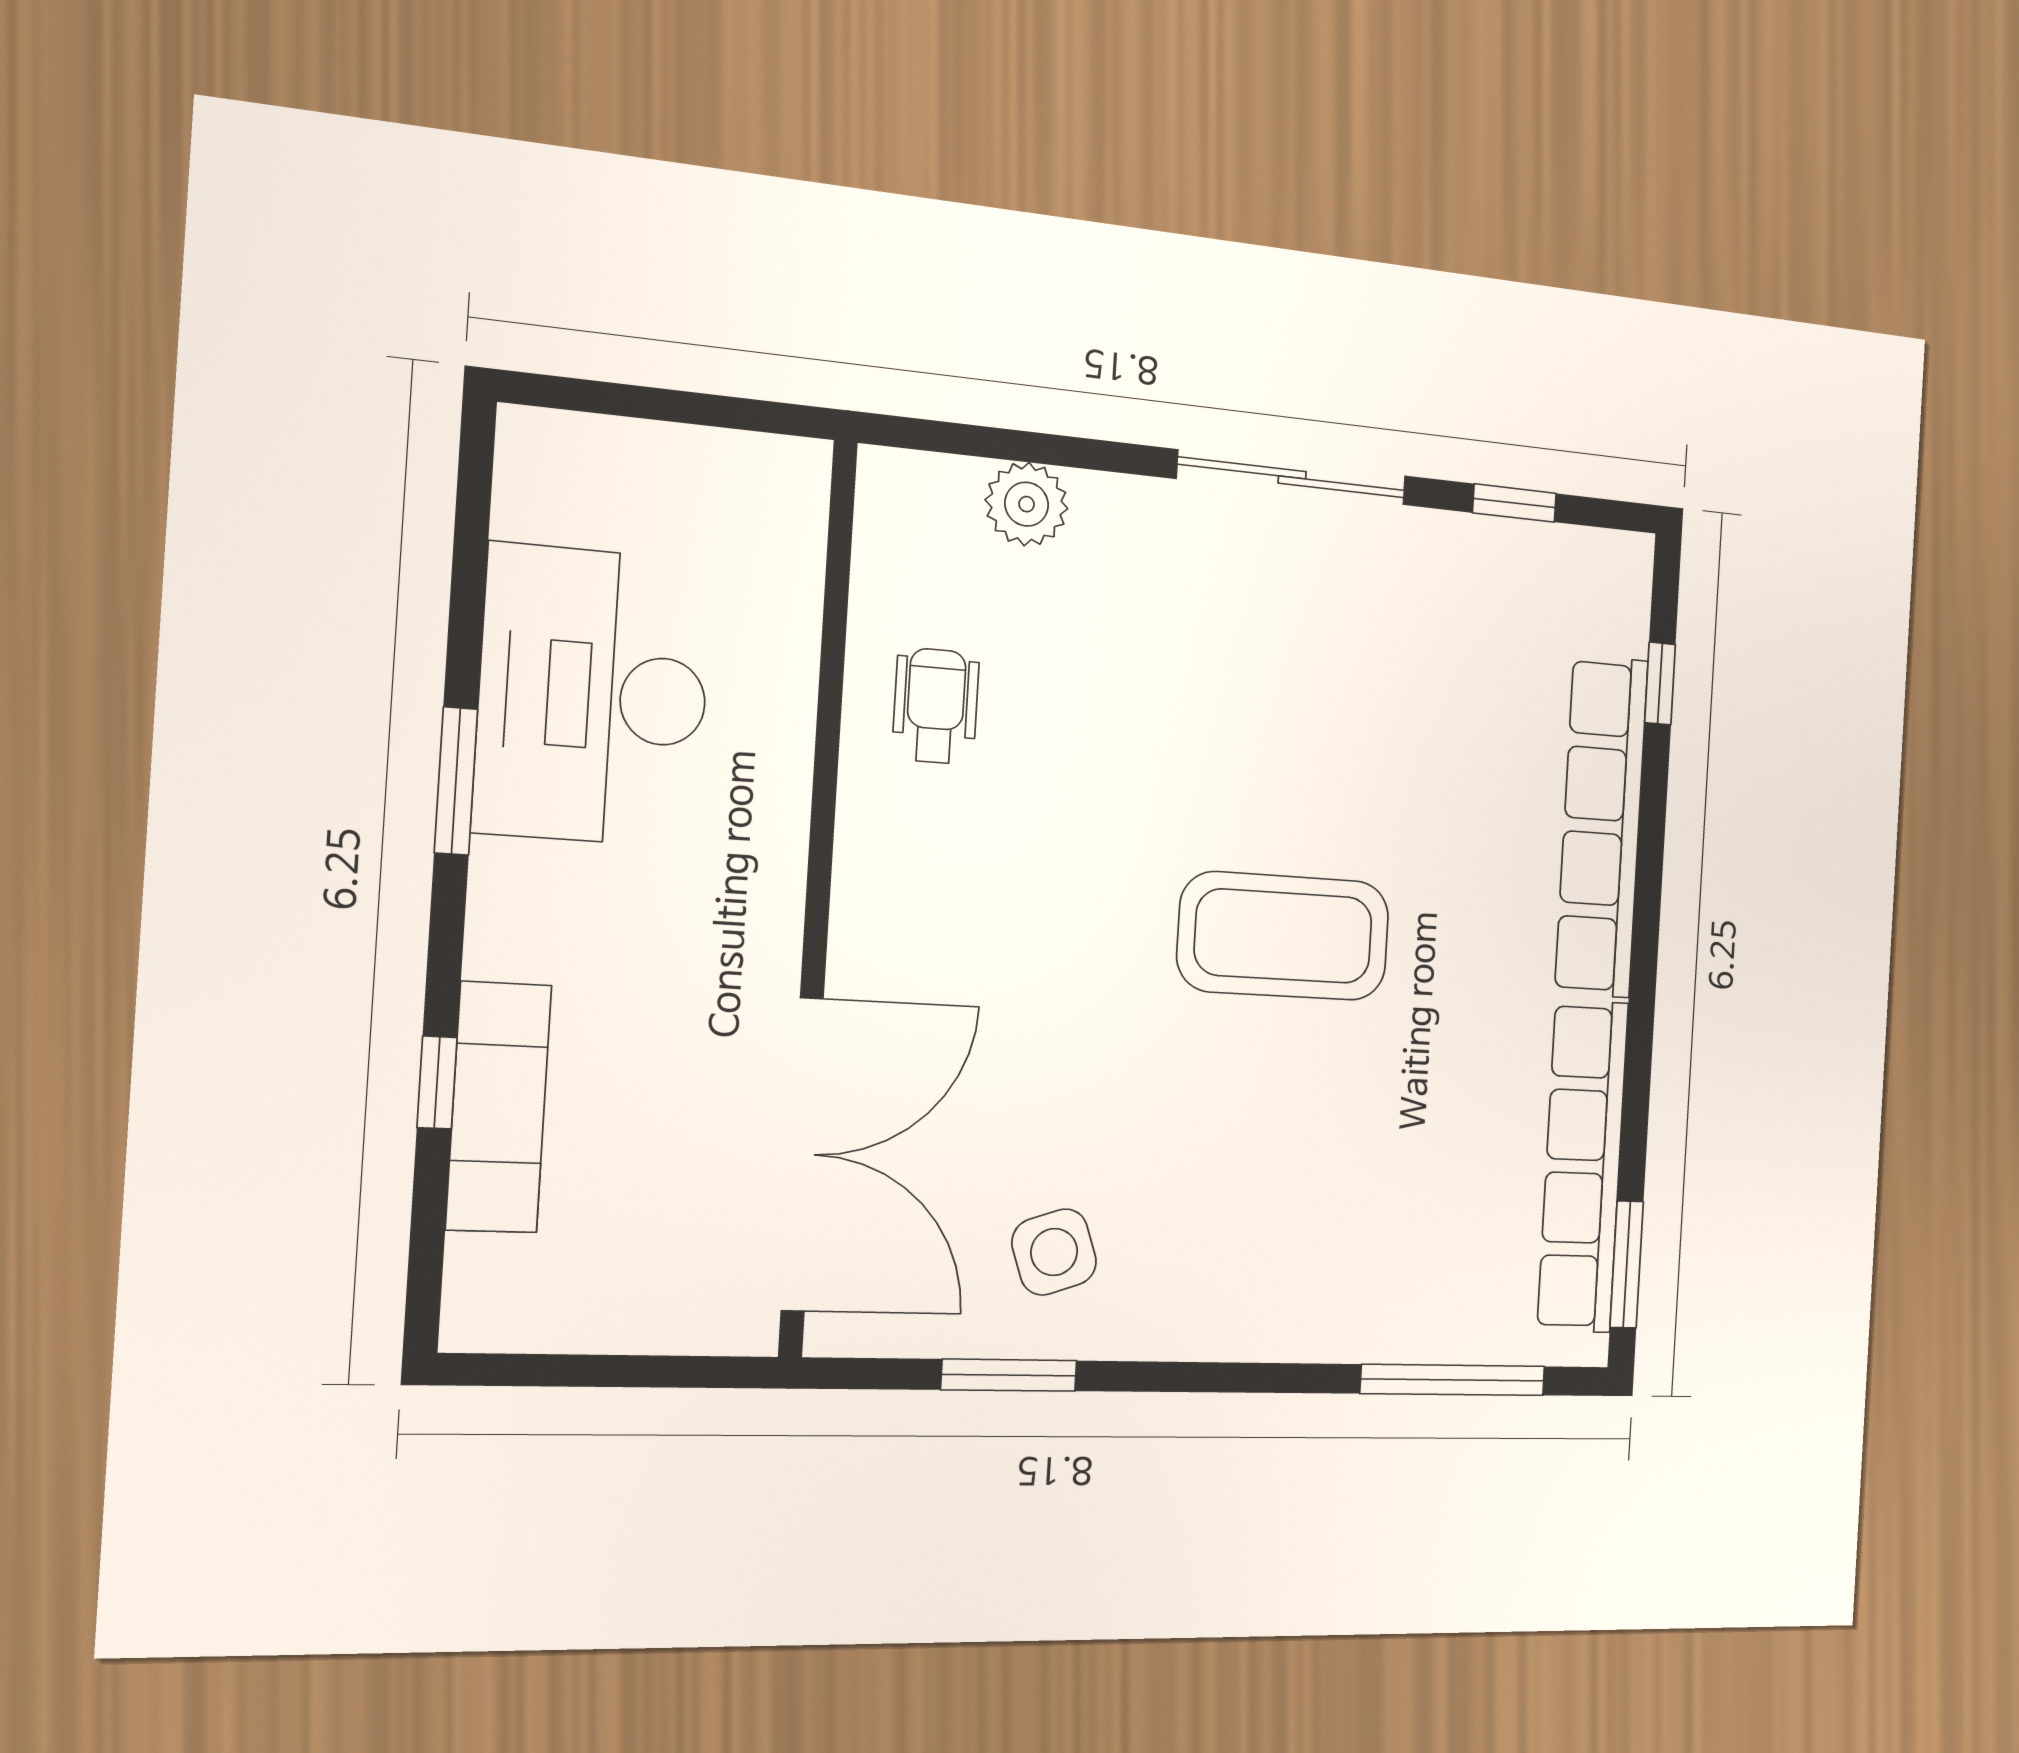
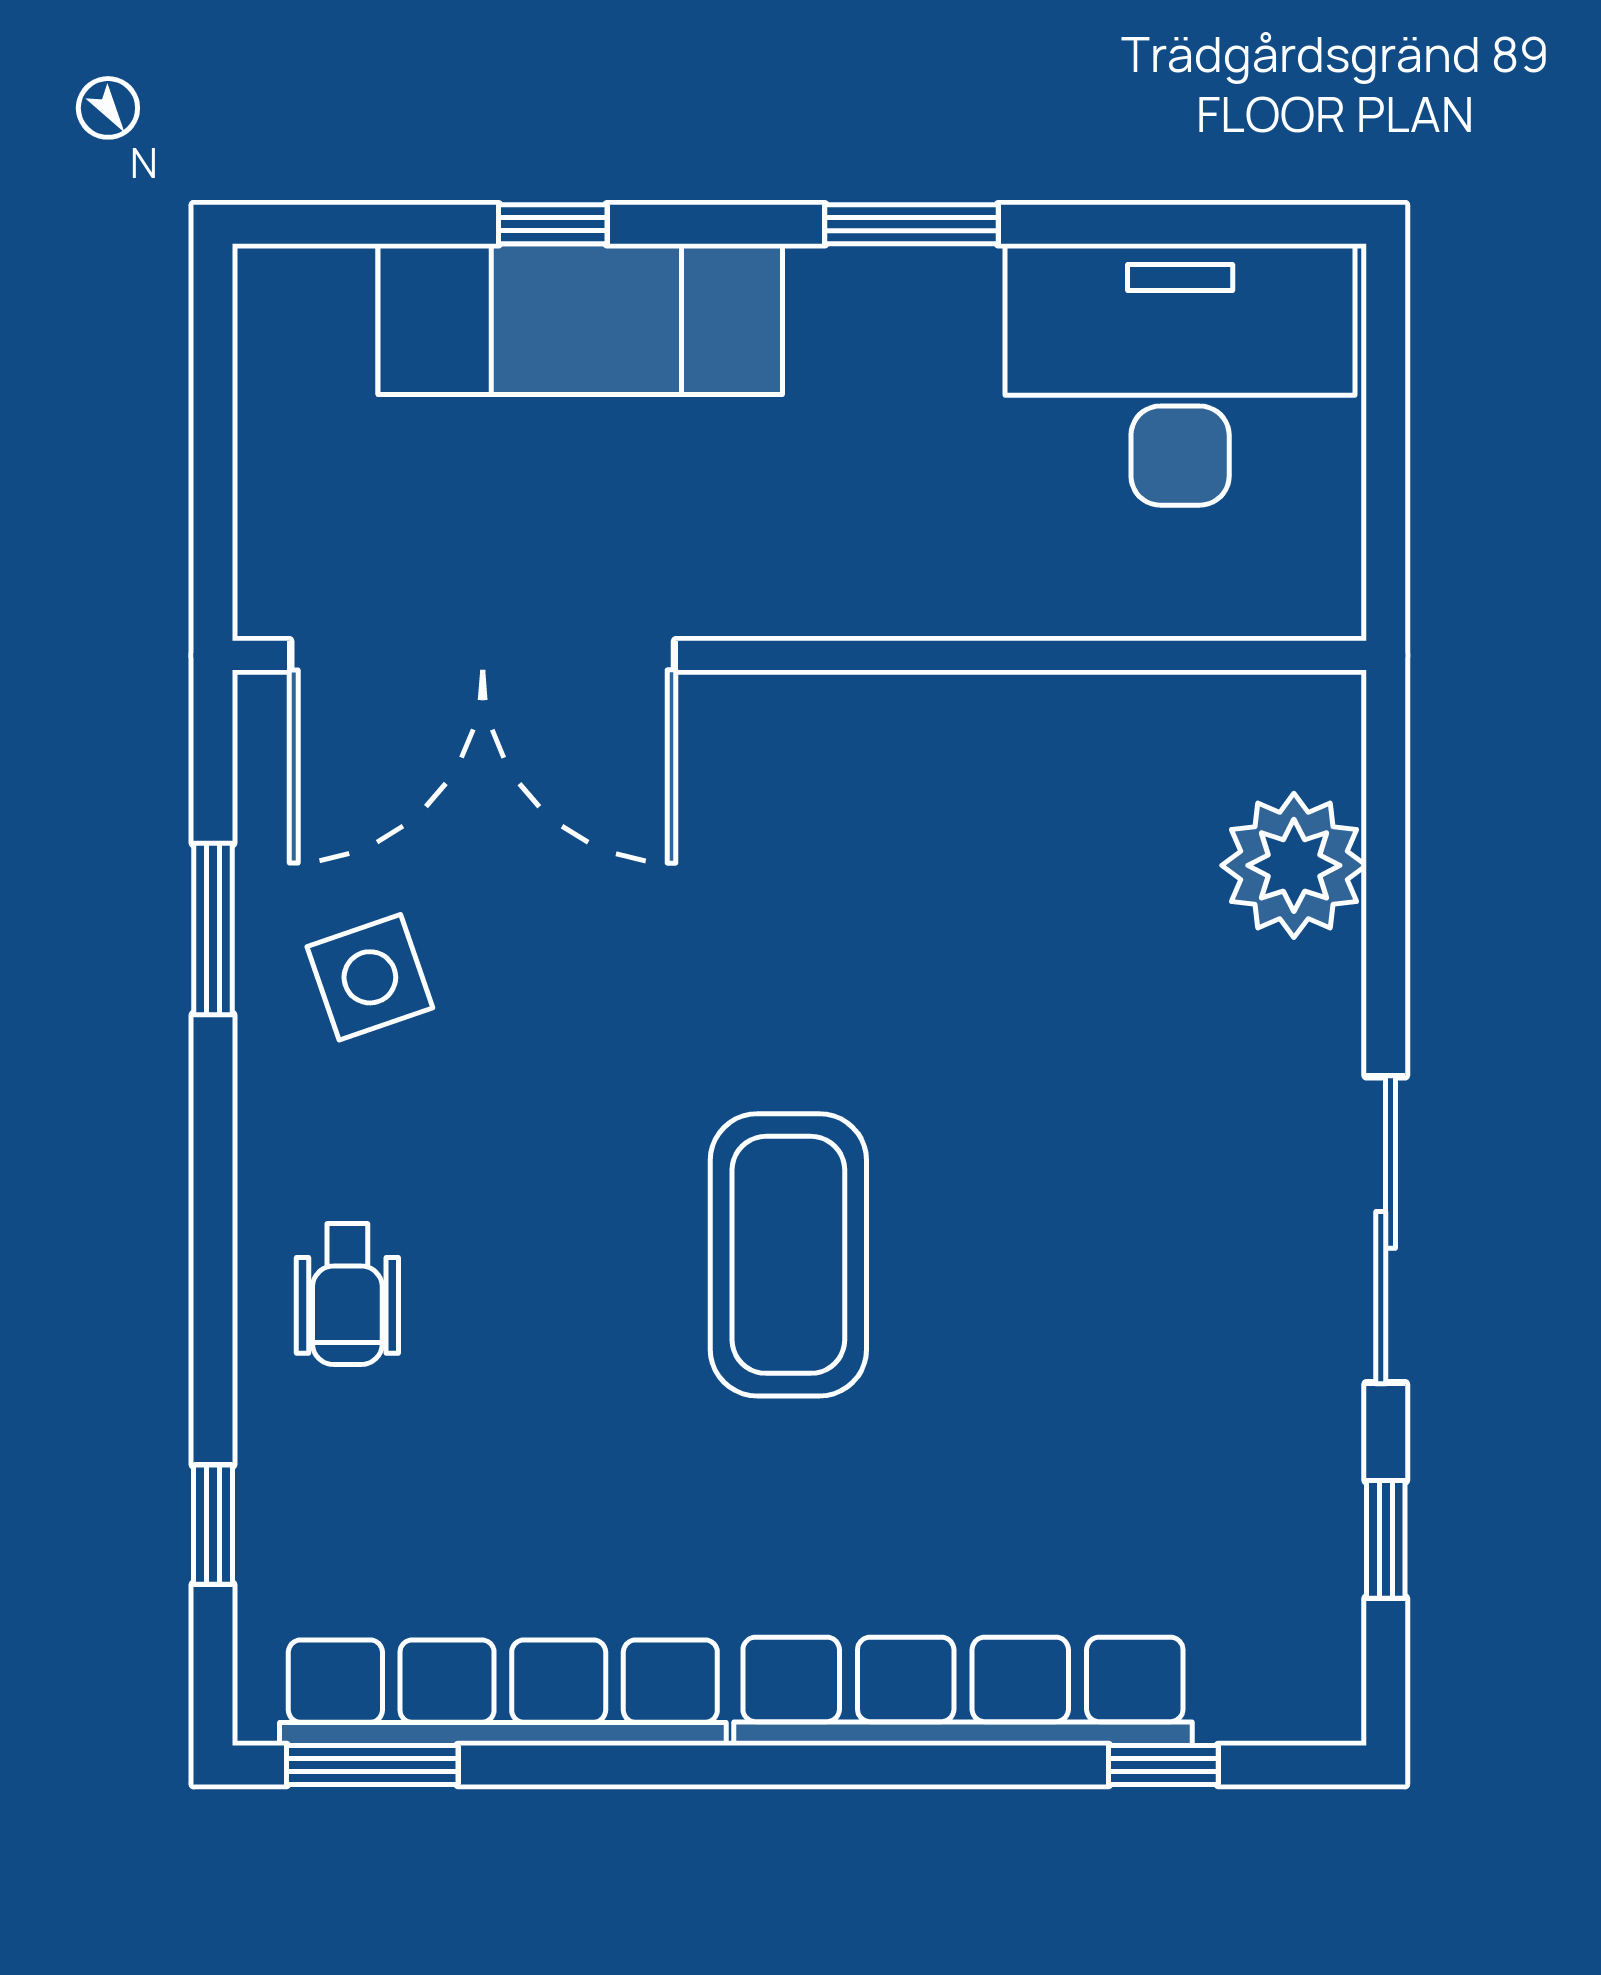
plant: (1027, 504) -> (1294, 865), width x1.36, depth x1.36
desk: (593, 696) -> (1180, 374), moved
wheelchair: (936, 706) -> (347, 1294), moved, turned 90
exam couch: (499, 1107) -> (580, 319), width x1.36, depth x1.45
window: (1453, 1380) -> (213, 1525), width x0.46

